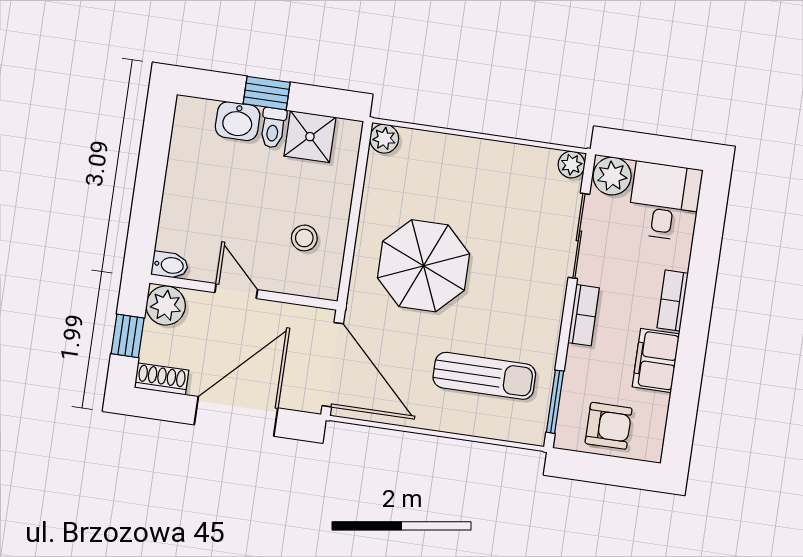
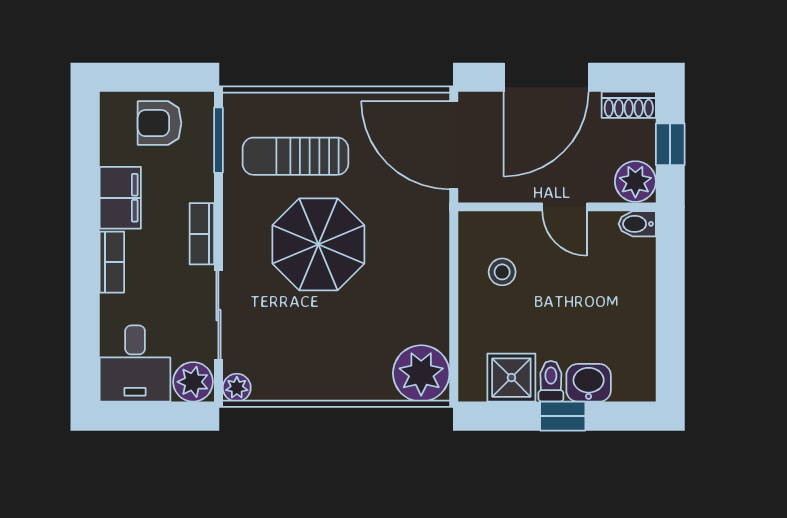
plant: (384, 139) -> (421, 373), width x1.87, depth x1.87
parasol: (424, 266) -> (318, 244), moved

